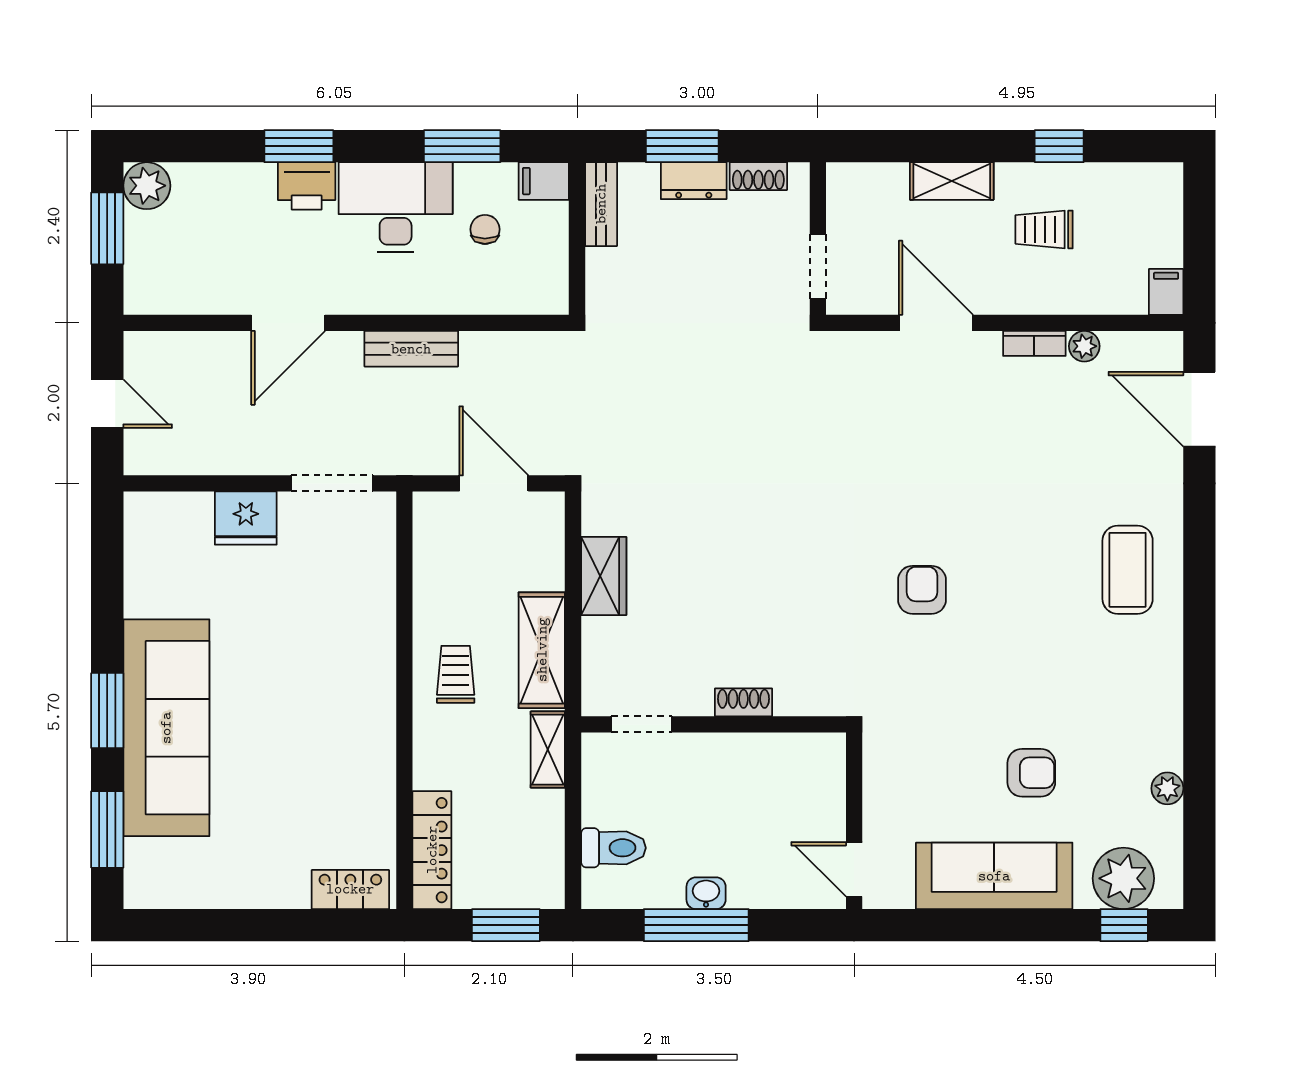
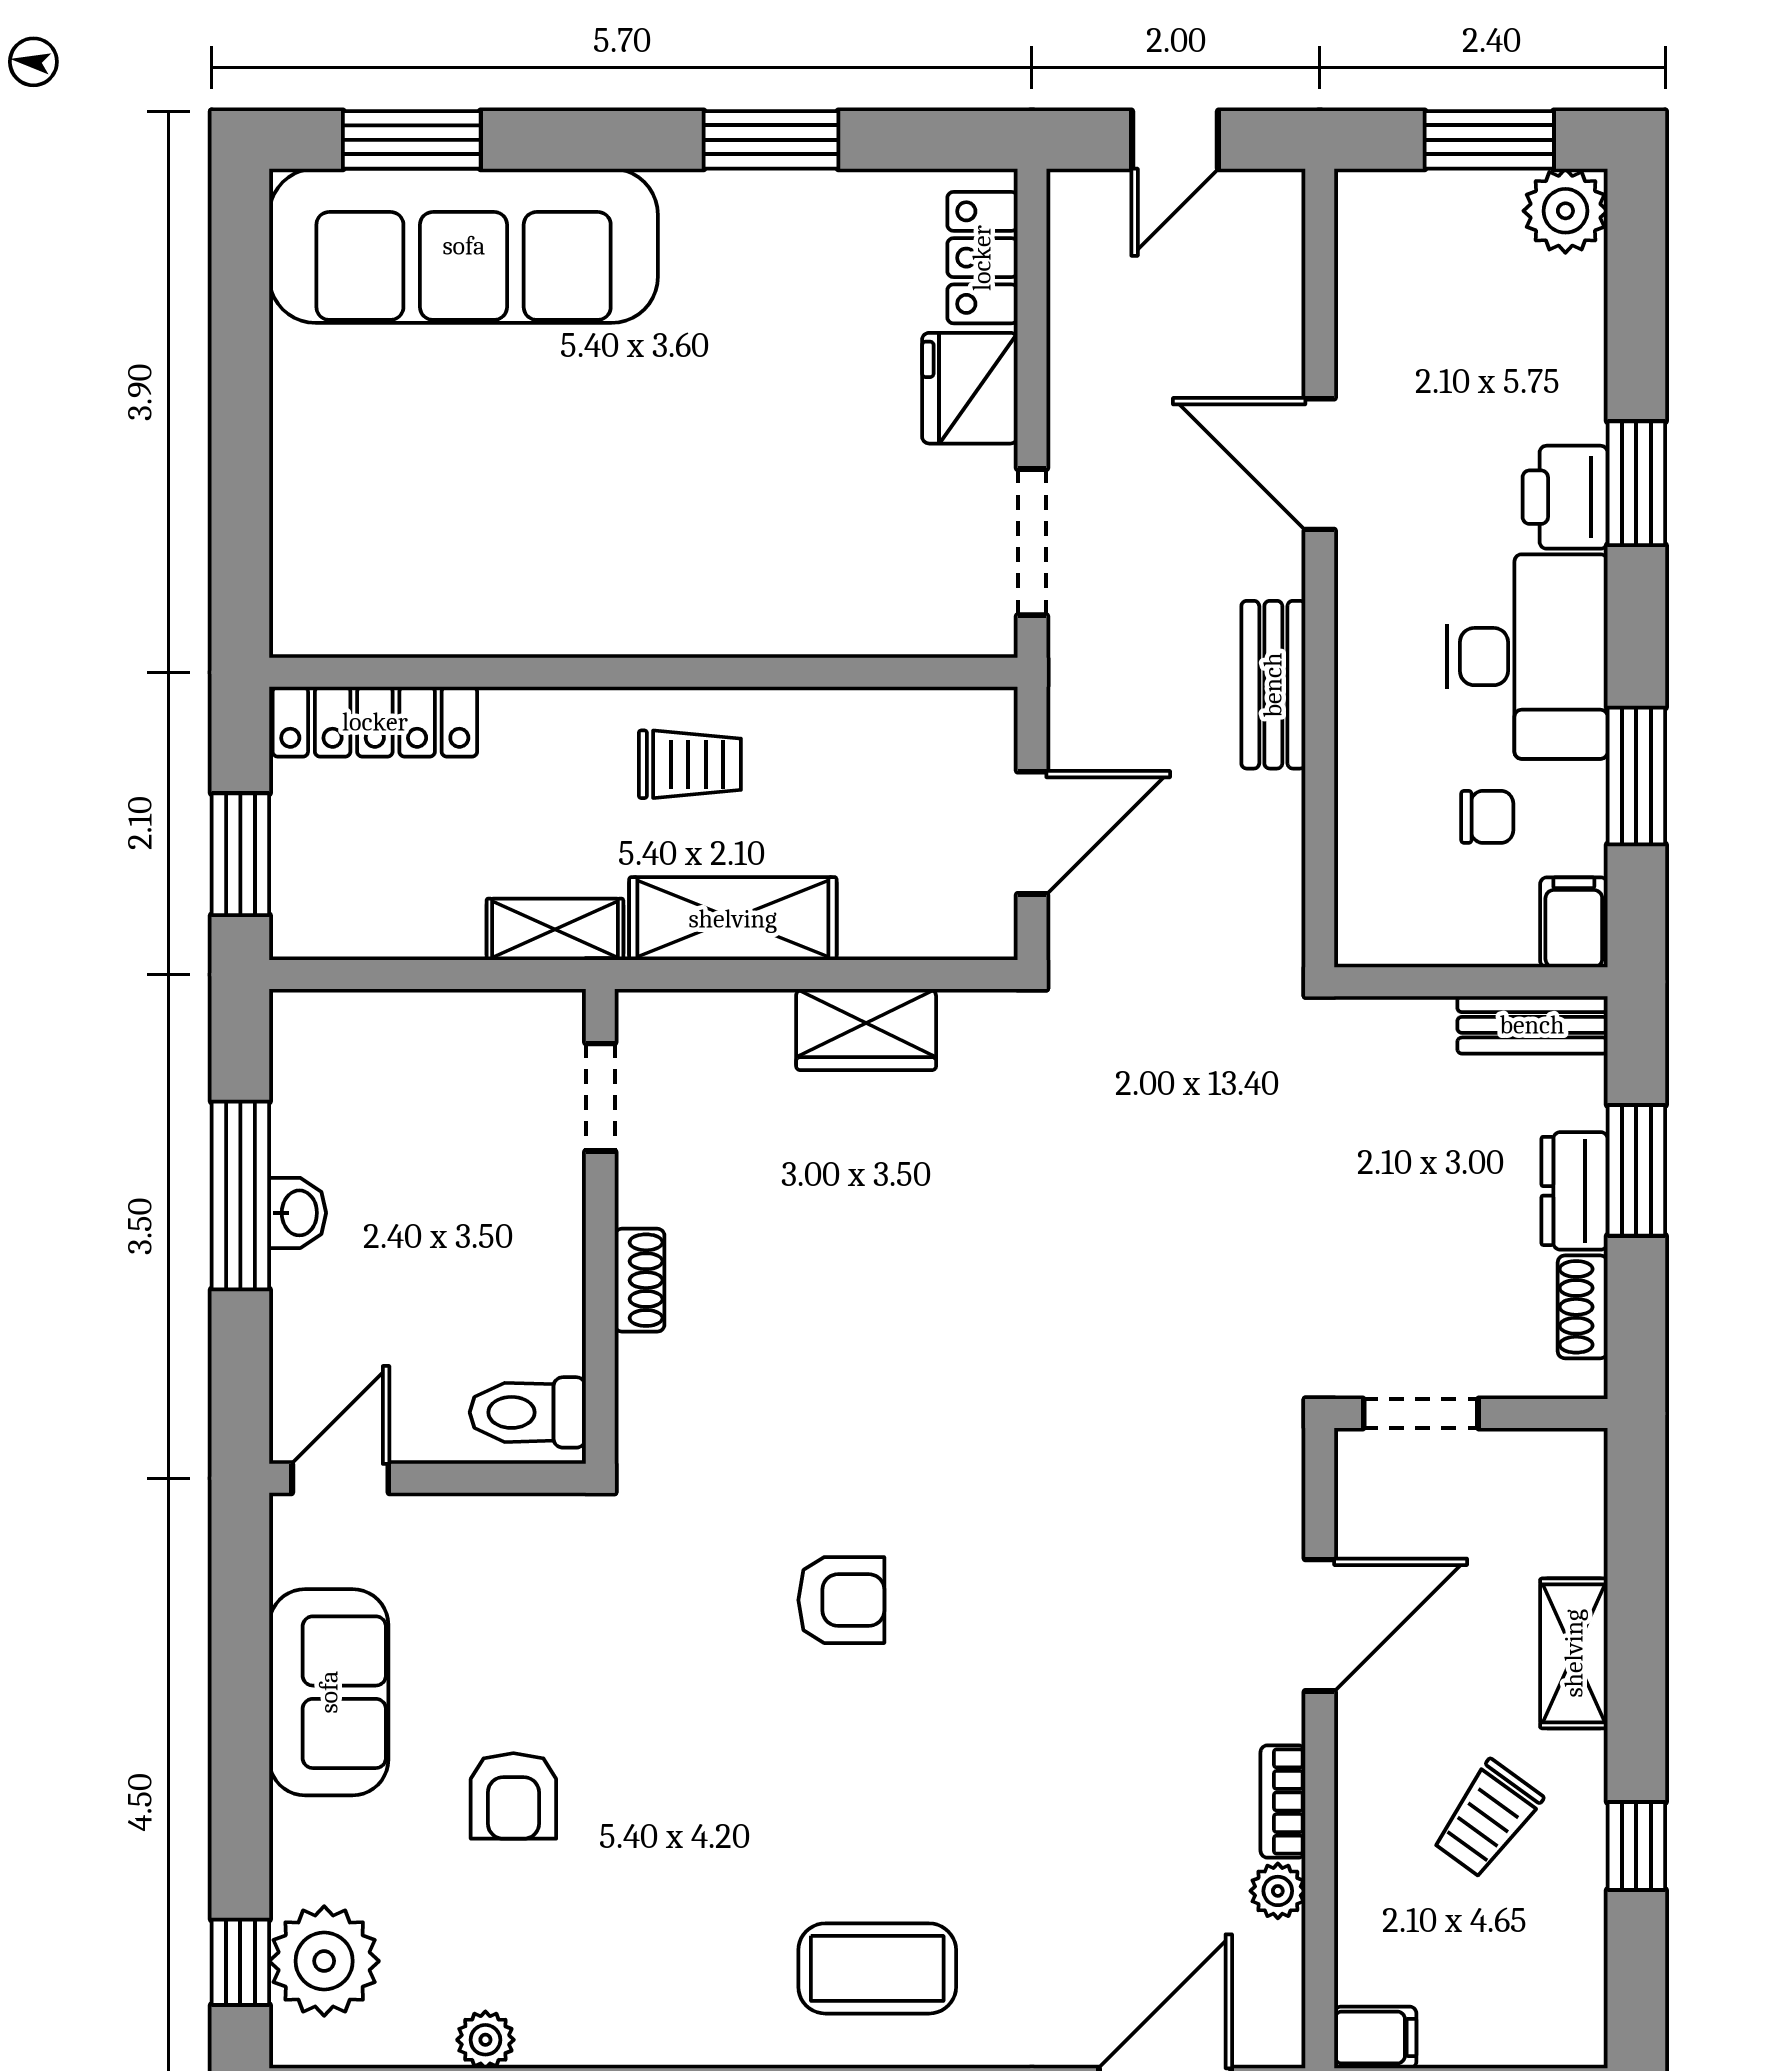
trolley: (1044, 229) -> (1487, 1819), turned -144
window: (107, 711) -> (771, 140), moved
sofa: (166, 728) -> (464, 246), moved
toilet: (613, 848) -> (528, 1412), moved, turned 90
sofa: (994, 876) -> (329, 1692), width x0.73
locker: (350, 889) -> (982, 258), moved, turned 180

